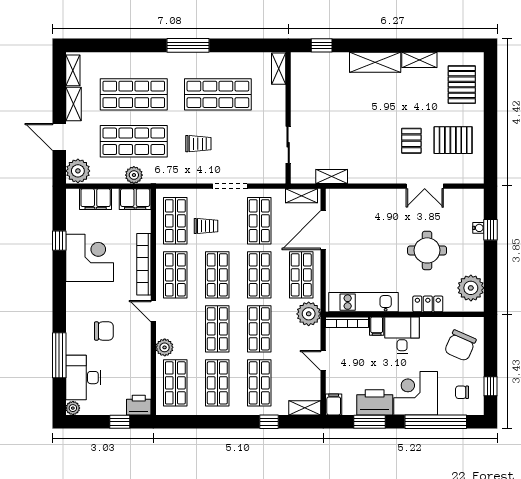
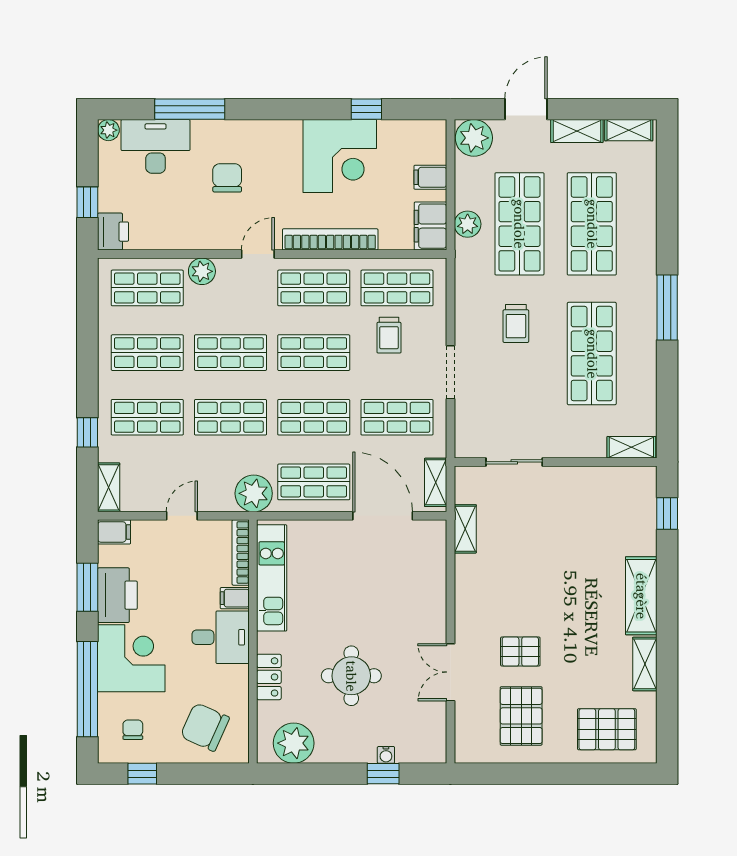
filing cabinet: (96, 199) -> (430, 177), width x0.50
chair: (104, 331) -> (227, 178), turned 180

